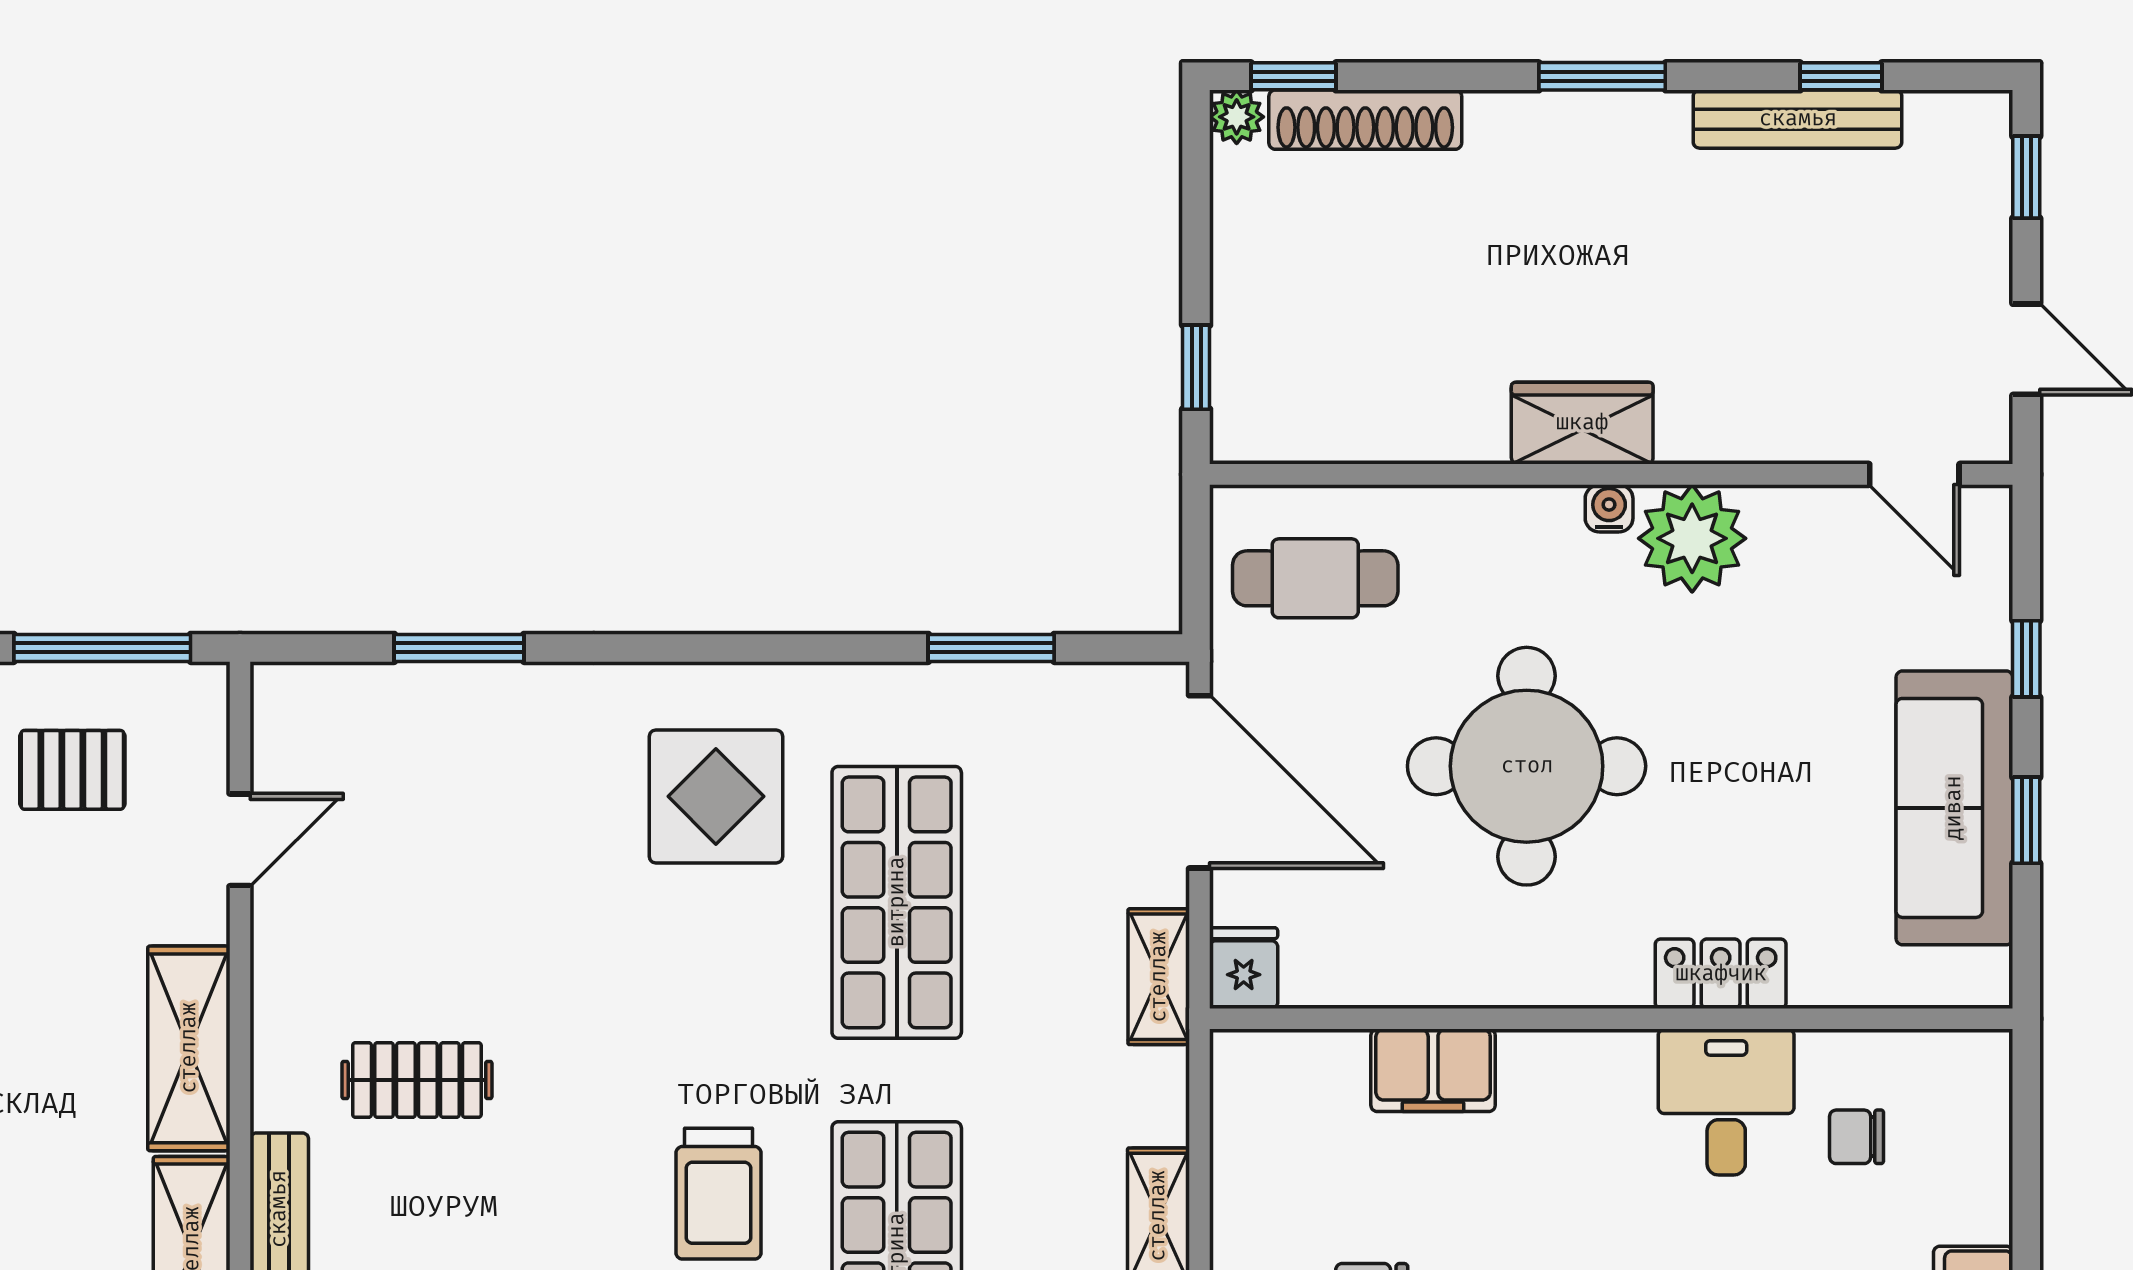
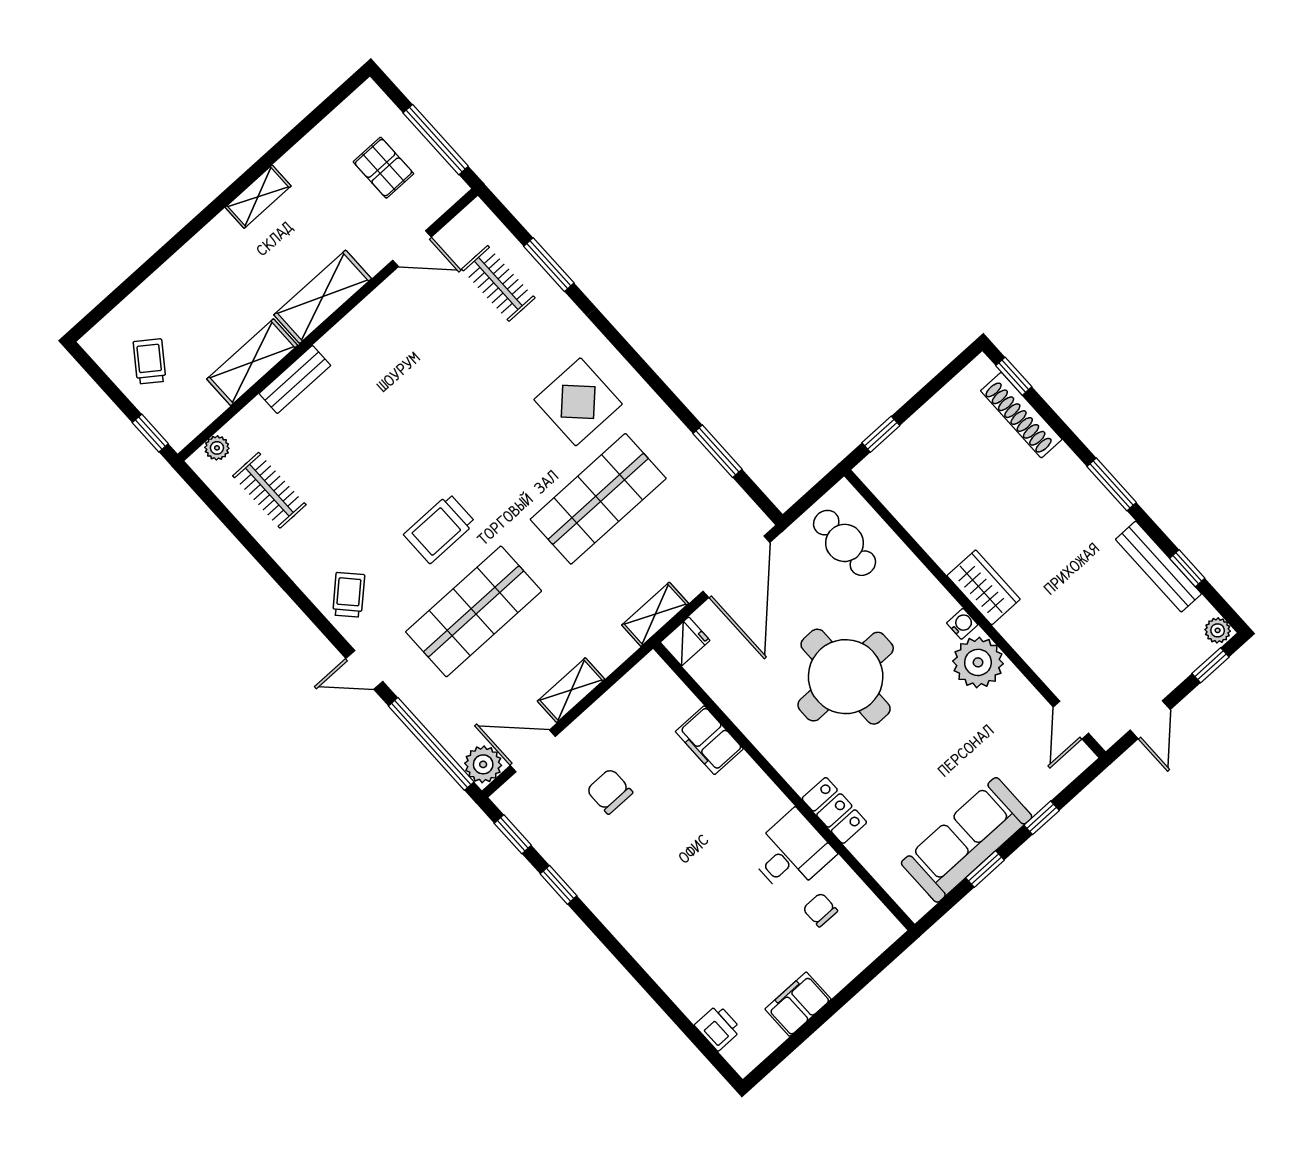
plant: (1237, 117) -> (1218, 630), moved
clothes rail: (417, 1080) -> (498, 283), moved

